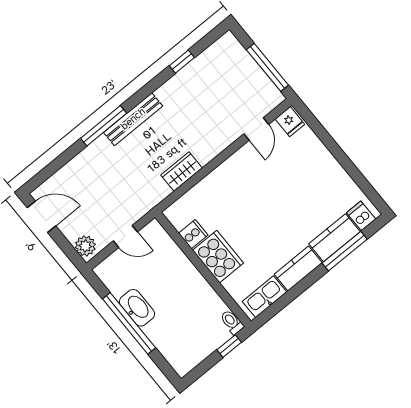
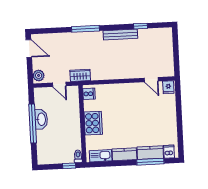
window: (267, 67) -> (176, 56), removed
bench: (133, 119) -> (120, 35), moved
door: (256, 129) -> (151, 80), hinge flipped
wardrobe: (182, 172) -> (80, 75), moved
cooker: (193, 234) -> (89, 94), moved

